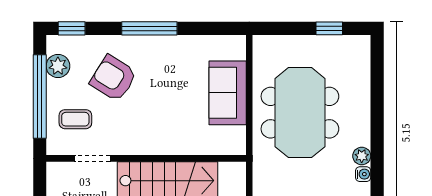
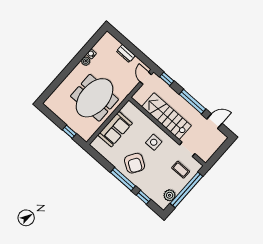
window: (72, 28) -> (143, 197), moved
window: (329, 28) -> (69, 132), moved
armchair: (113, 78) -> (134, 163), moved
side table: (152, 125) -> (154, 142), added

